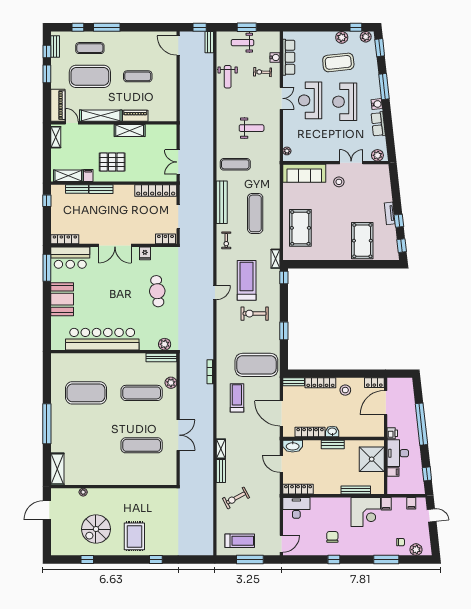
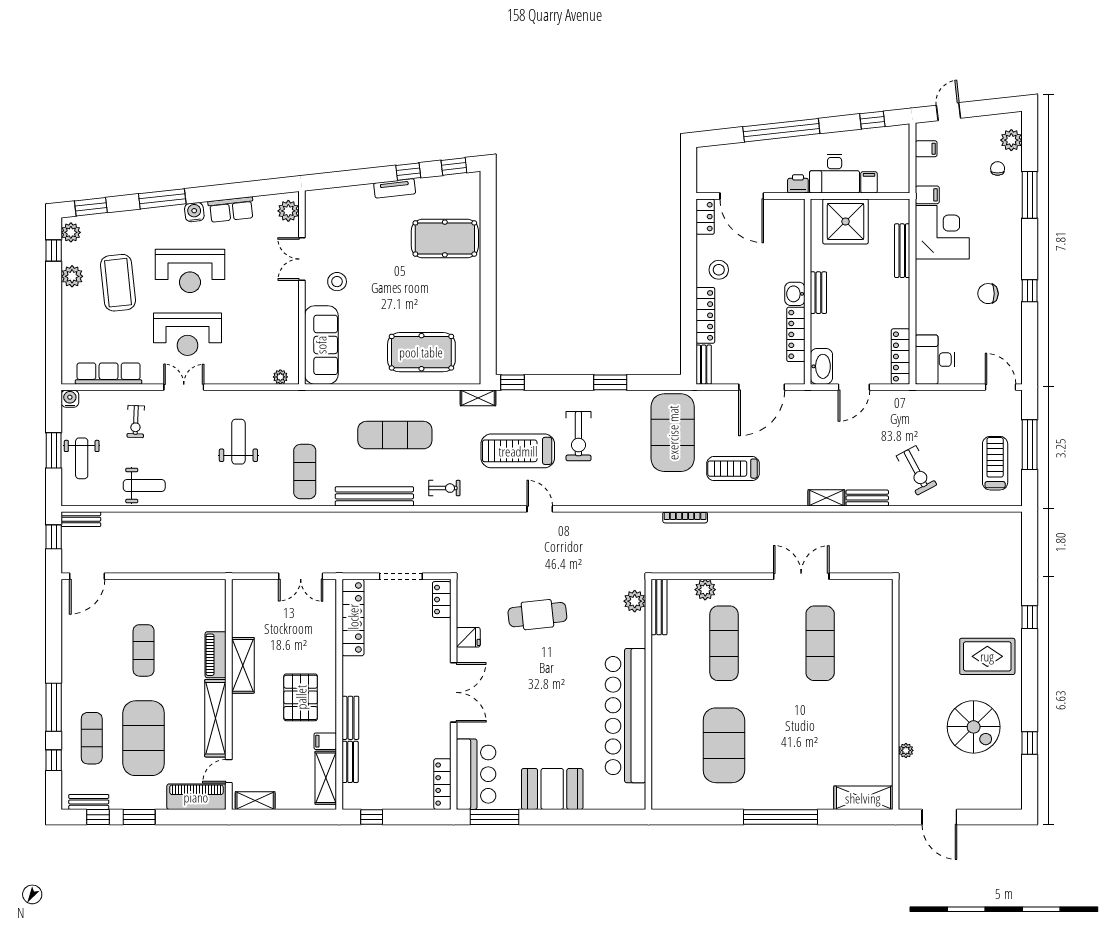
water cooler: (275, 57) -> (70, 399), moved

